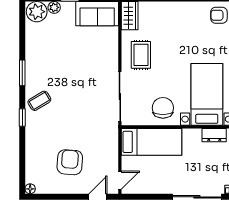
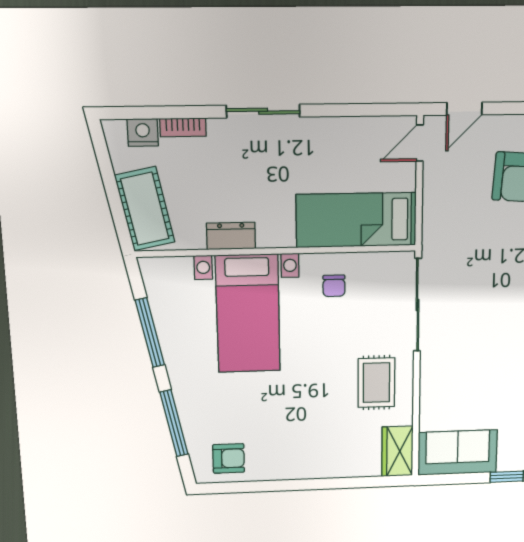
chair: (163, 108) -> (334, 286), width x0.54, depth x0.54
sliding door: (197, 197) -> (263, 111), width x0.73

